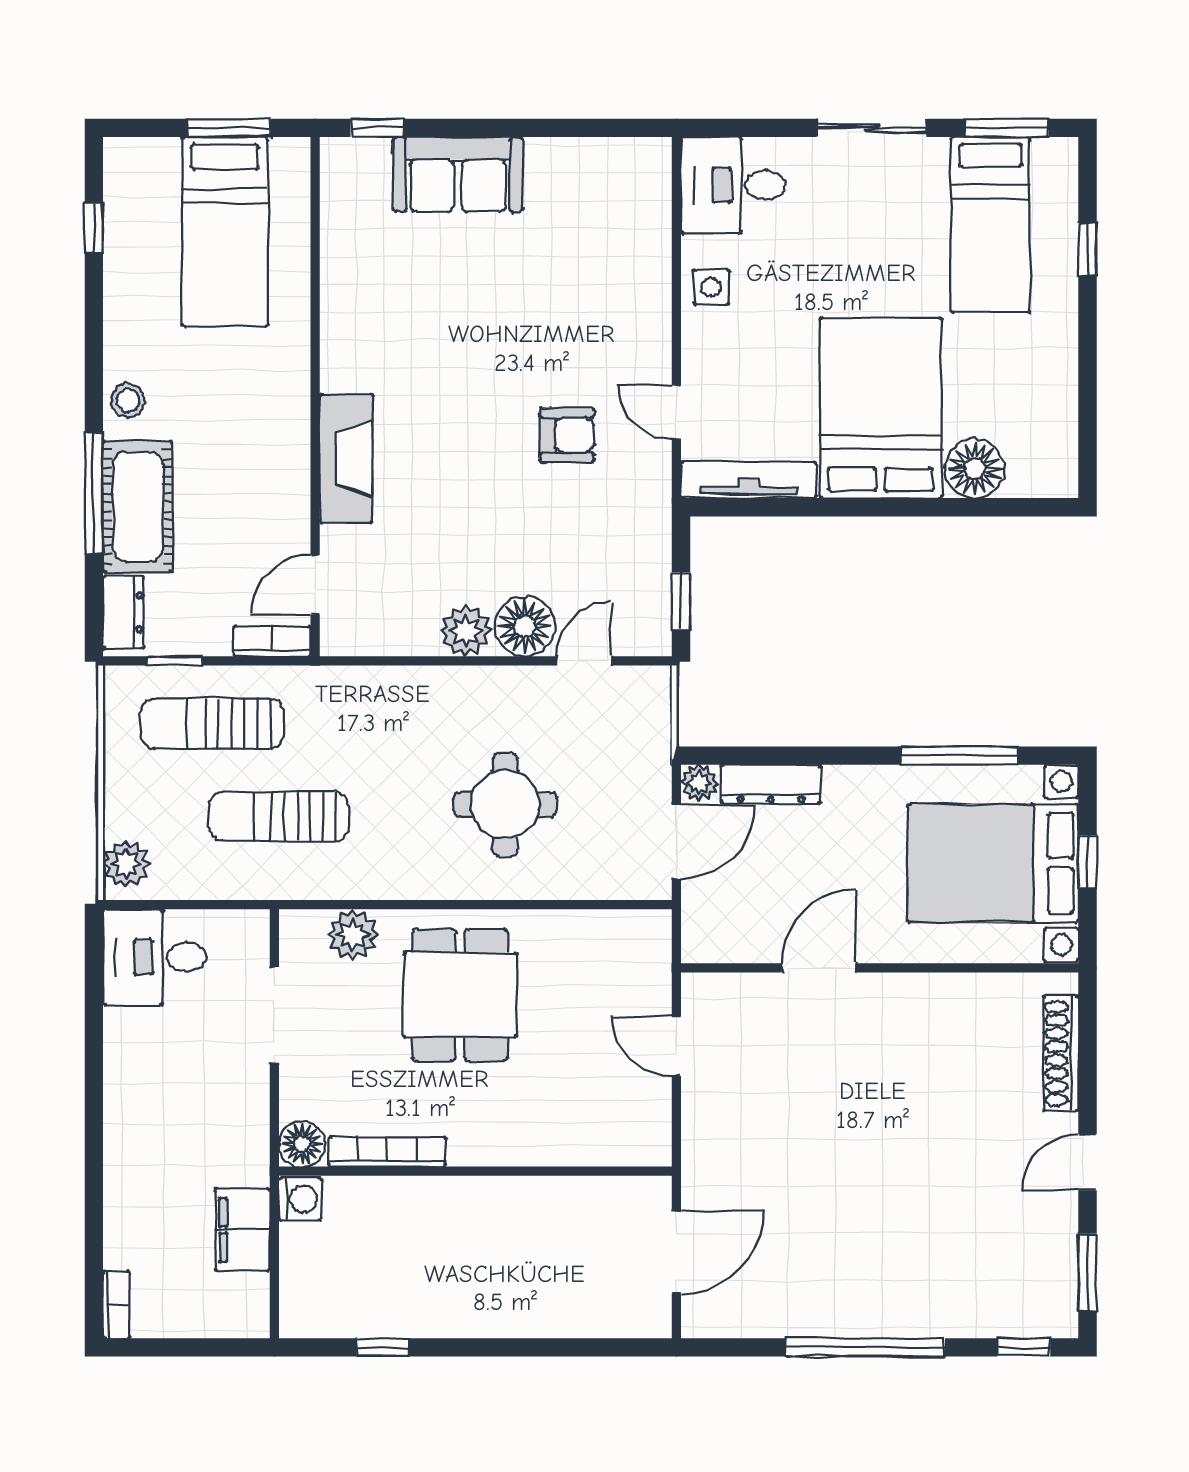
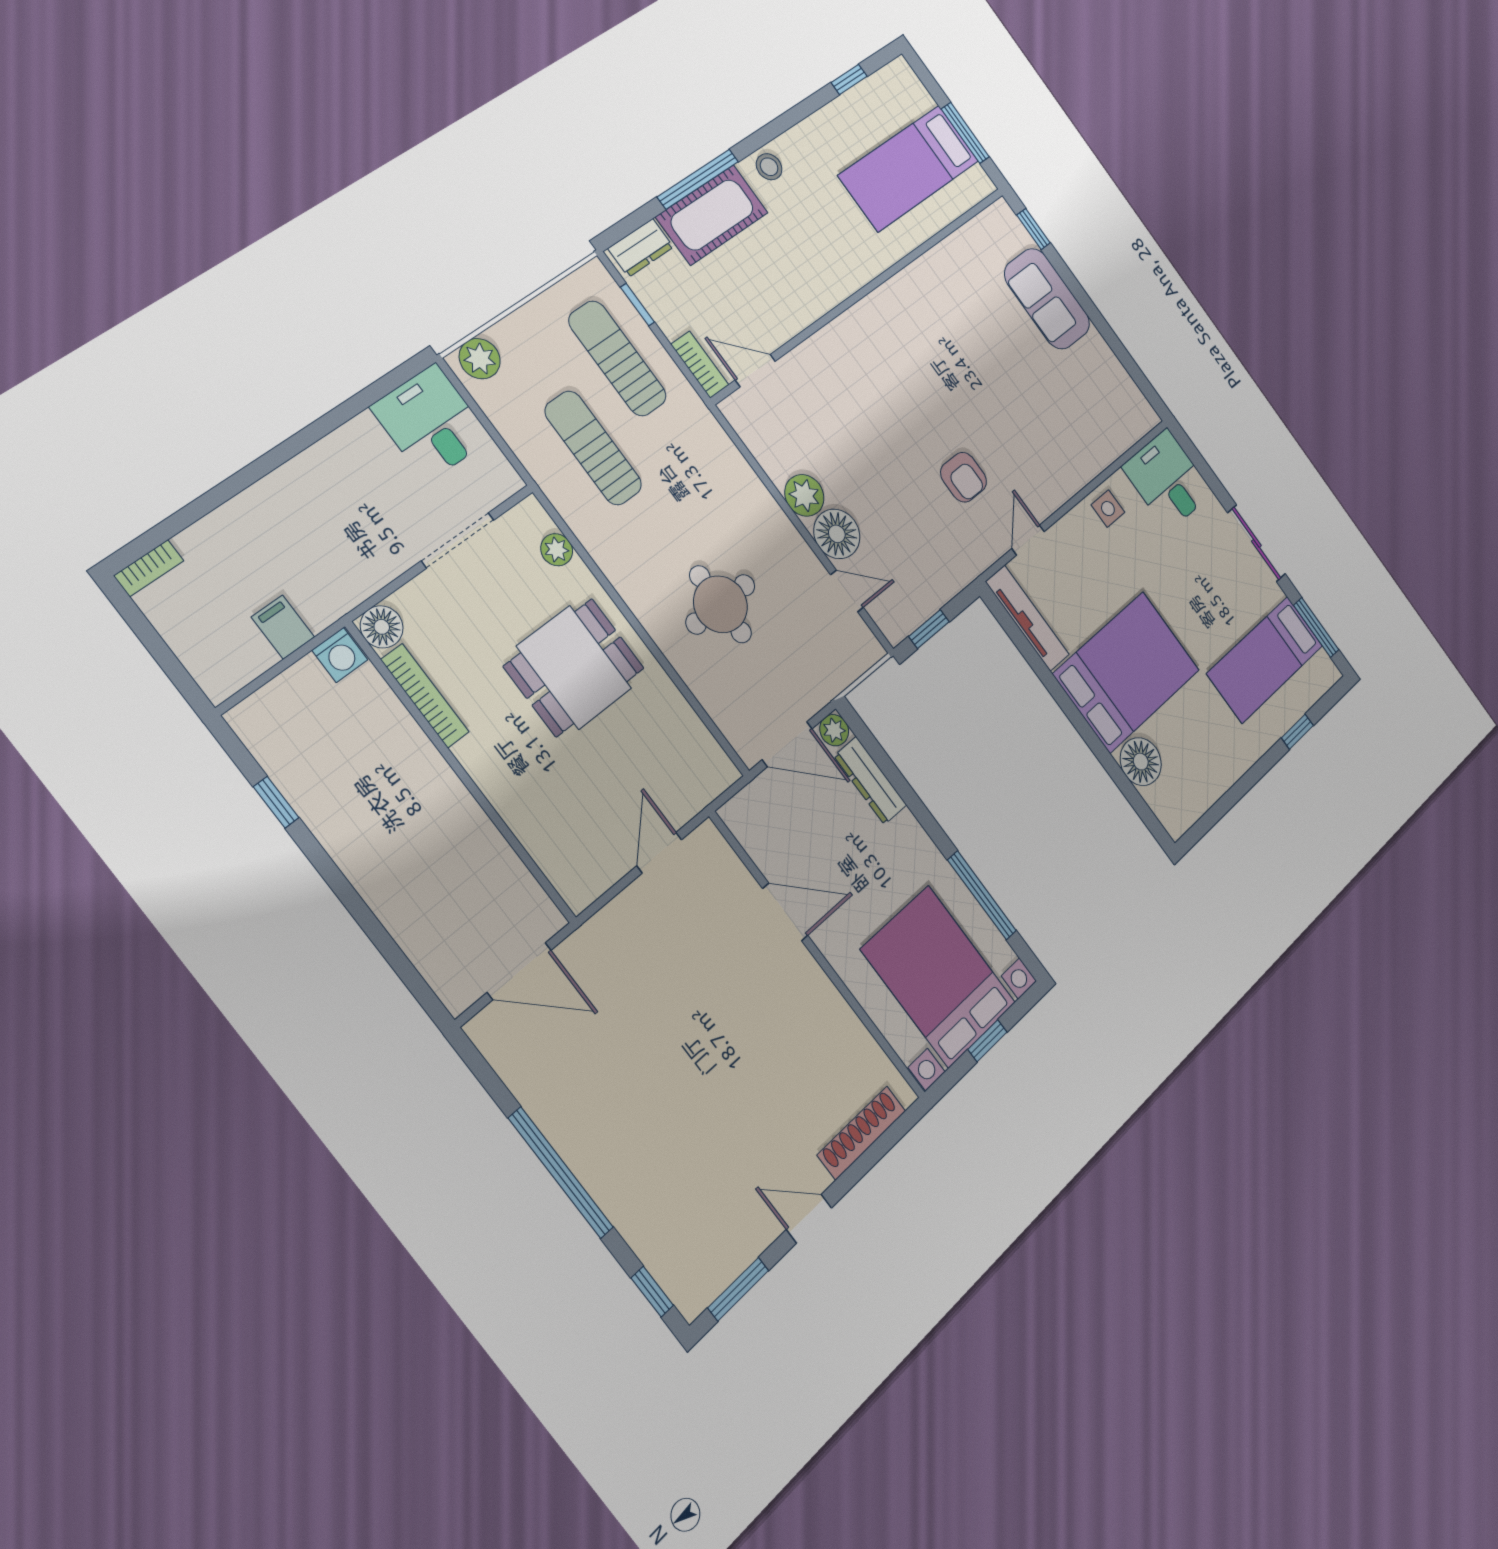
fireplace: (346, 458) -> (844, 338), removed
plant: (353, 935) -> (557, 550), width x0.73, depth x0.73
filing cabinet: (243, 1230) -> (283, 627), width x0.50

